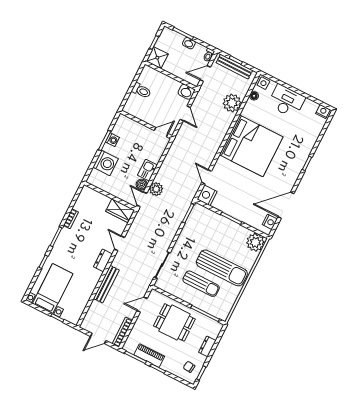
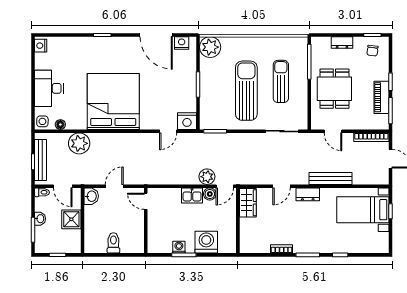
shower: (157, 58) -> (71, 219), moved
sun lounger: (222, 268) -> (246, 91), moved
bed with nightstands: (53, 289) -> (363, 210), moved

